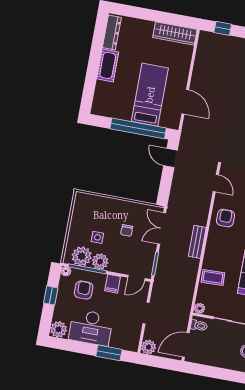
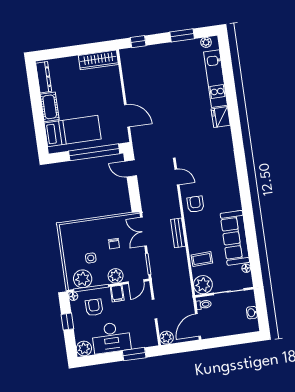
bed: (150, 95) -> (73, 131), moved, turned 90
plant: (100, 262) -> (116, 276), moved
plant: (200, 308) -> (203, 285), width x1.88, depth x1.88

